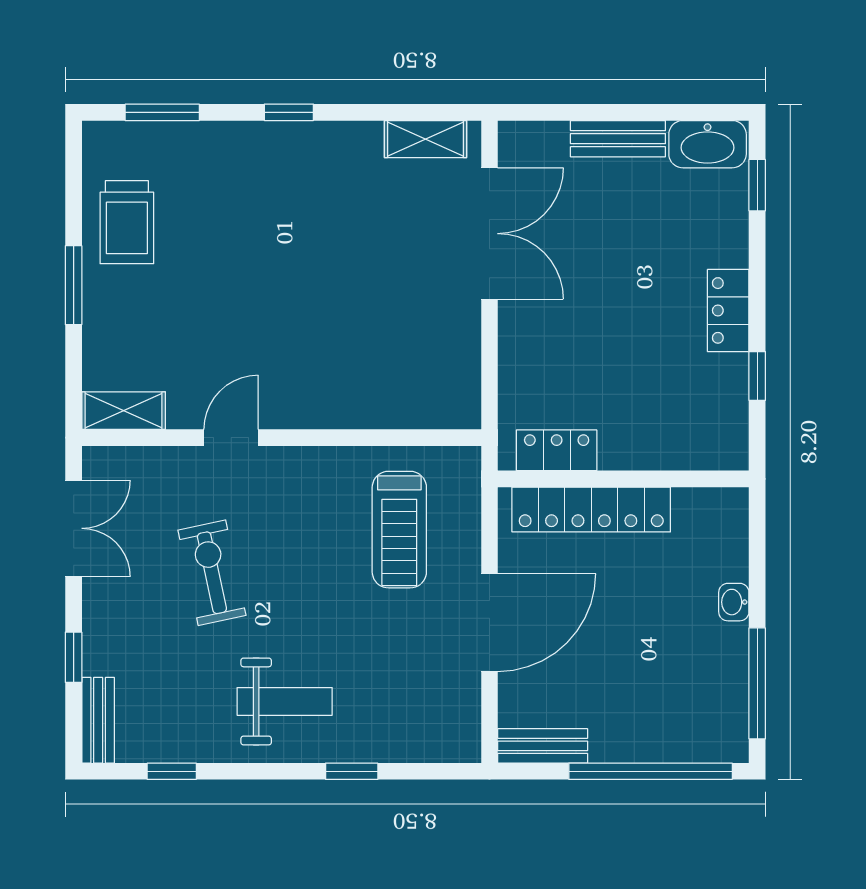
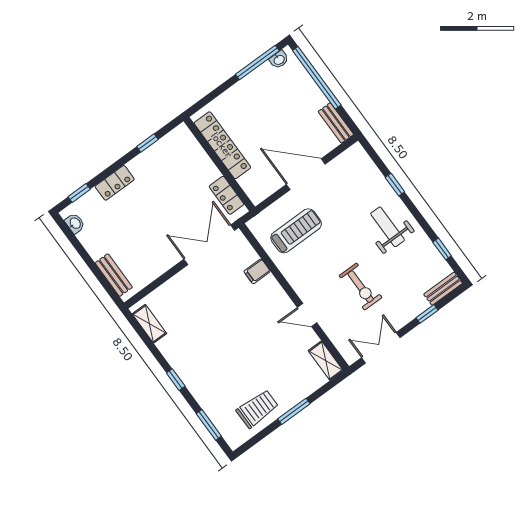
bench: (618, 139) -> (114, 275), moved
washbasin: (708, 144) -> (75, 223), width x0.52, depth x0.69
double door: (489, 234) -> (209, 245), moved
locker: (728, 310) -> (115, 183), moved
filing cabinet: (377, 405) -> (257, 271), added
locker: (591, 509) -> (222, 145), moved
exercise bike: (212, 573) -> (361, 287), turned -78
washbasin: (734, 602) -> (279, 60), moved

